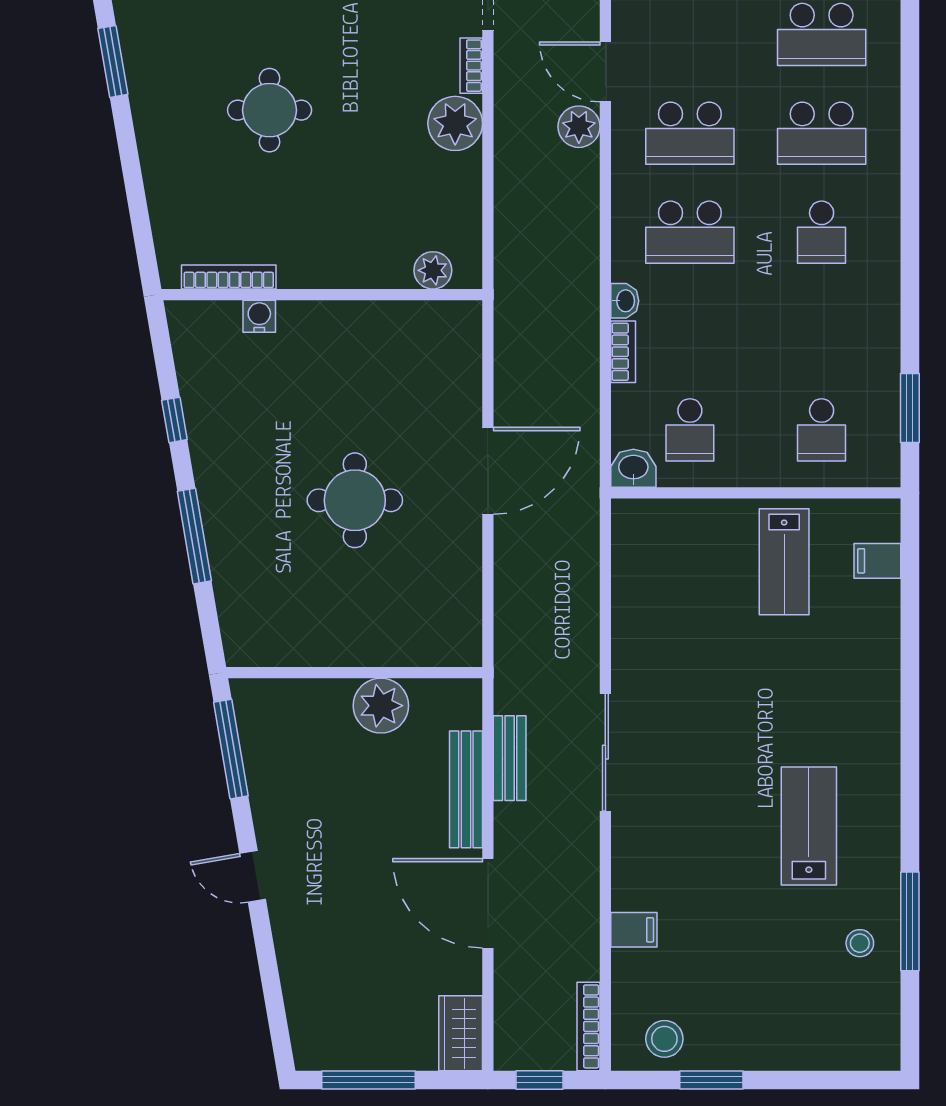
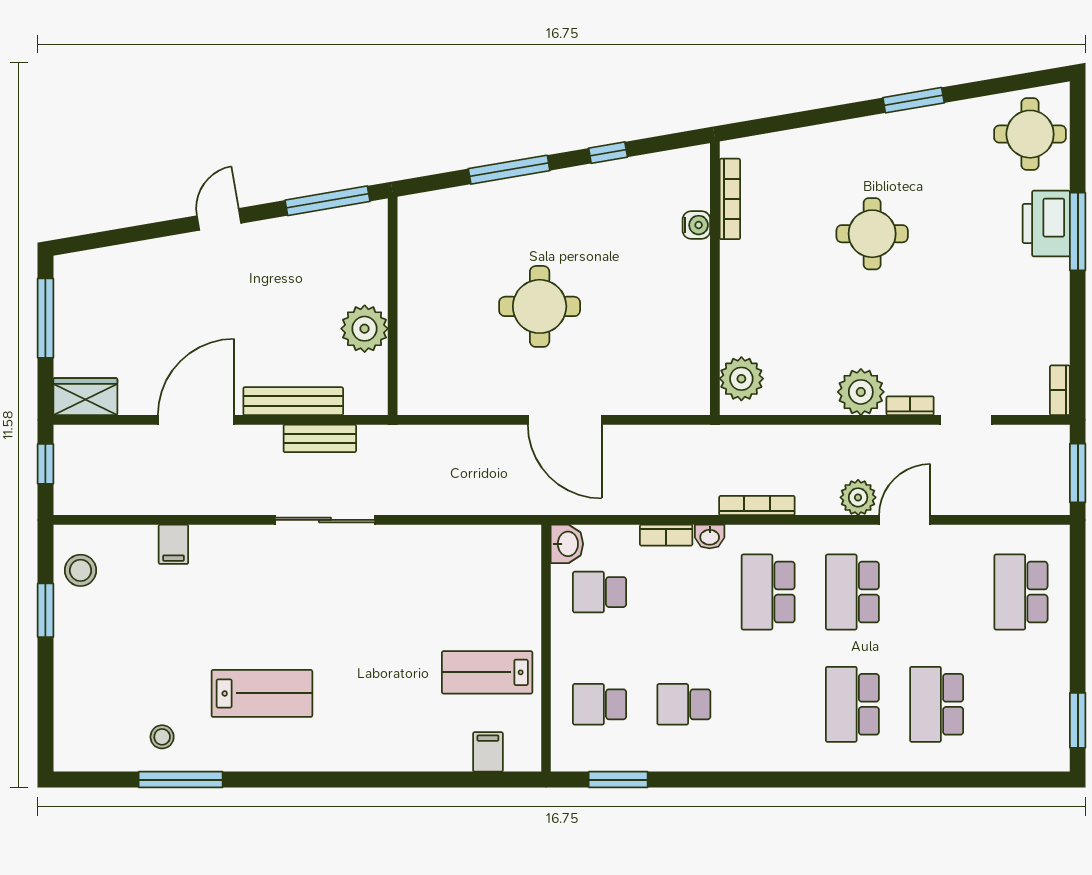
school desk: (822, 232) -> (684, 704), moved
plant: (433, 270) -> (741, 379), width x1.36, depth x1.36
bookcase: (588, 1026) -> (757, 506), moved

